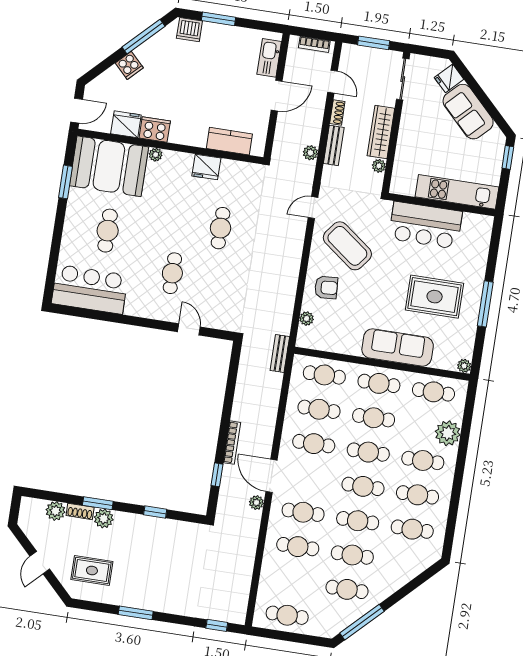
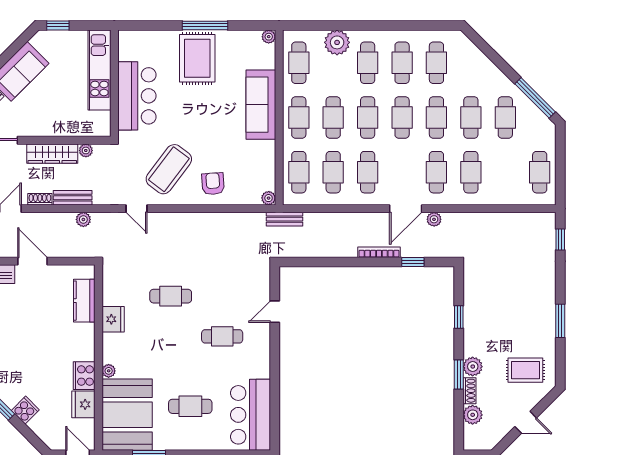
rug: (435, 297) -> (197, 58), moved
plant: (307, 319) -> (269, 198), moved
rug: (92, 570) -> (525, 370), turned 90

